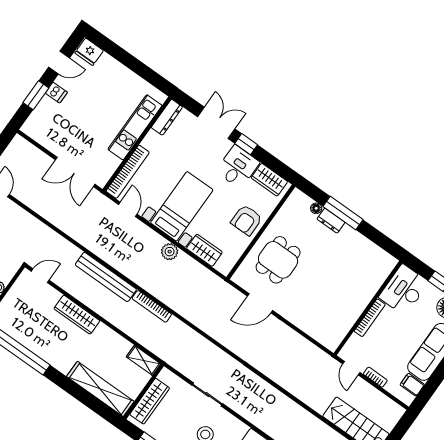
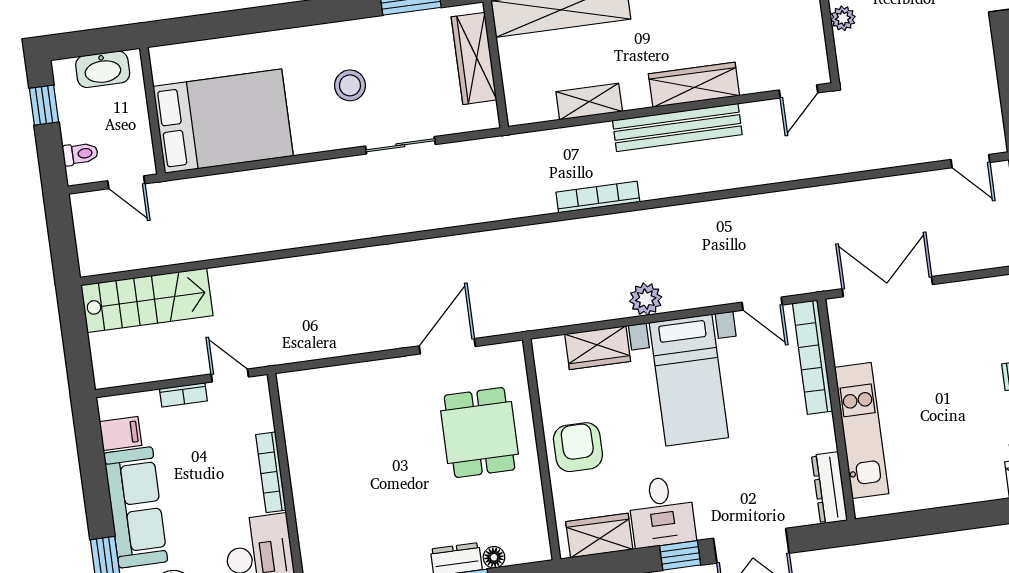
bench: (106, 277) -> (677, 127), moved
shelving: (144, 360) -> (589, 102), moved

